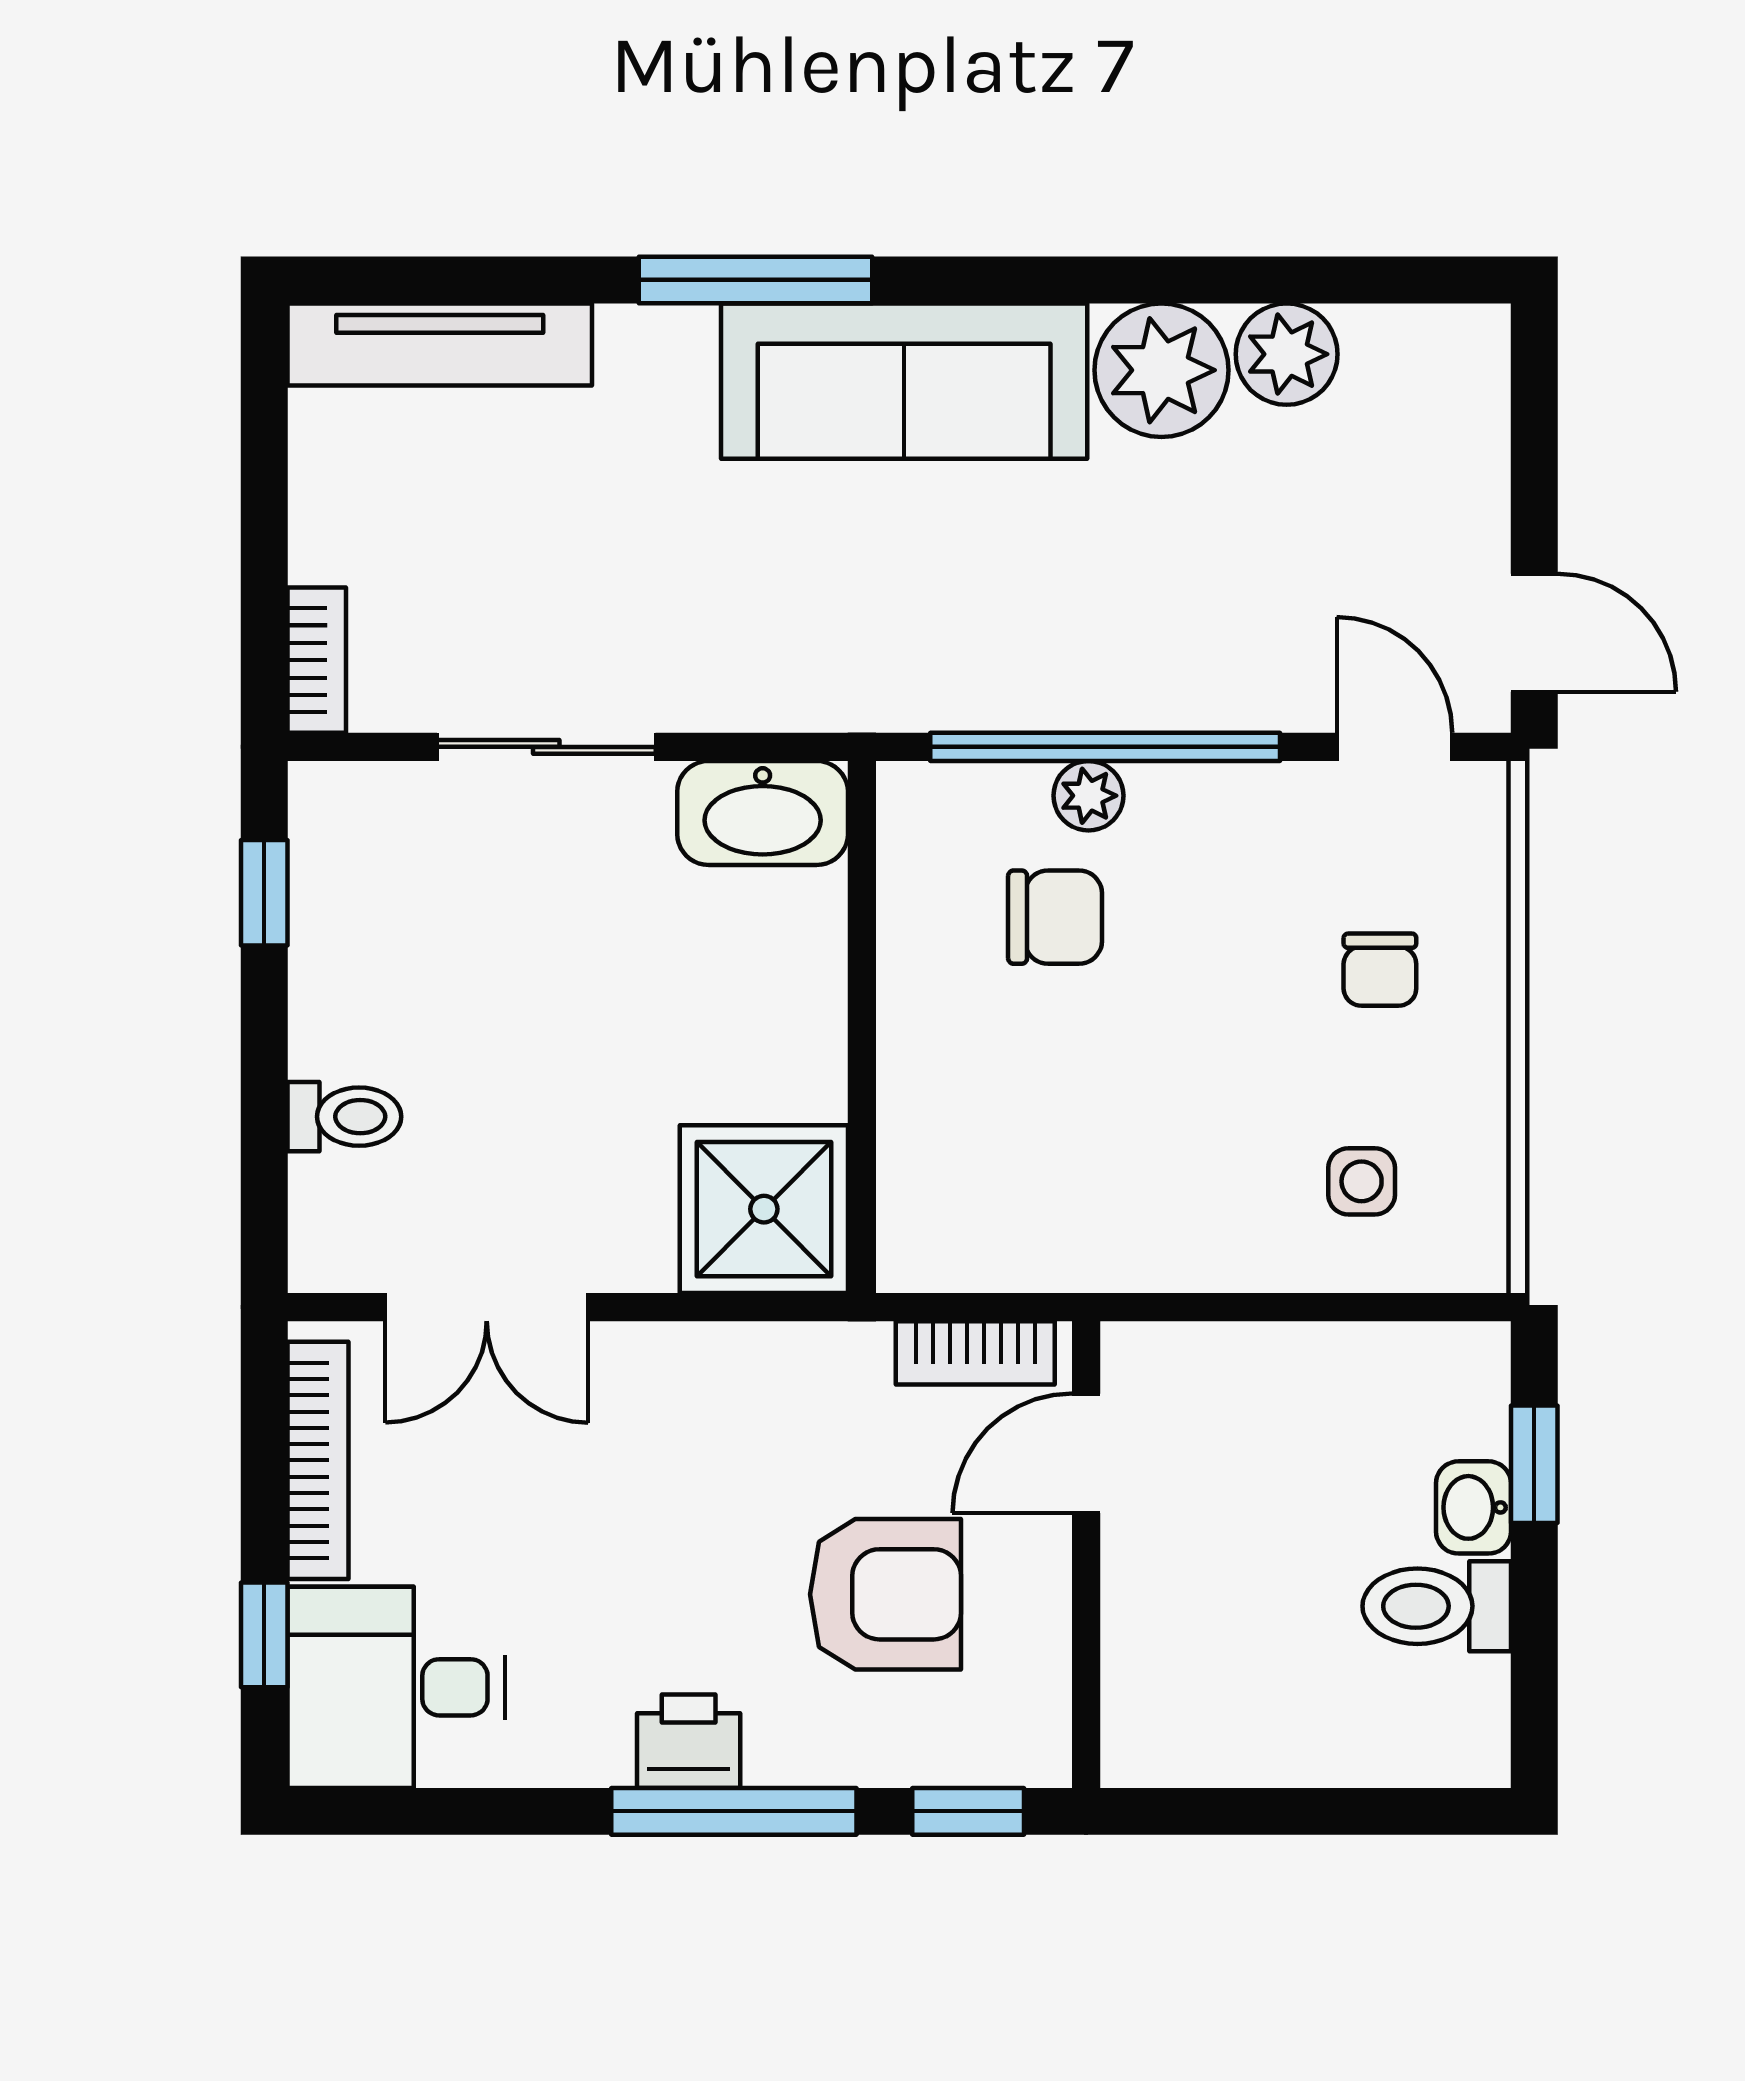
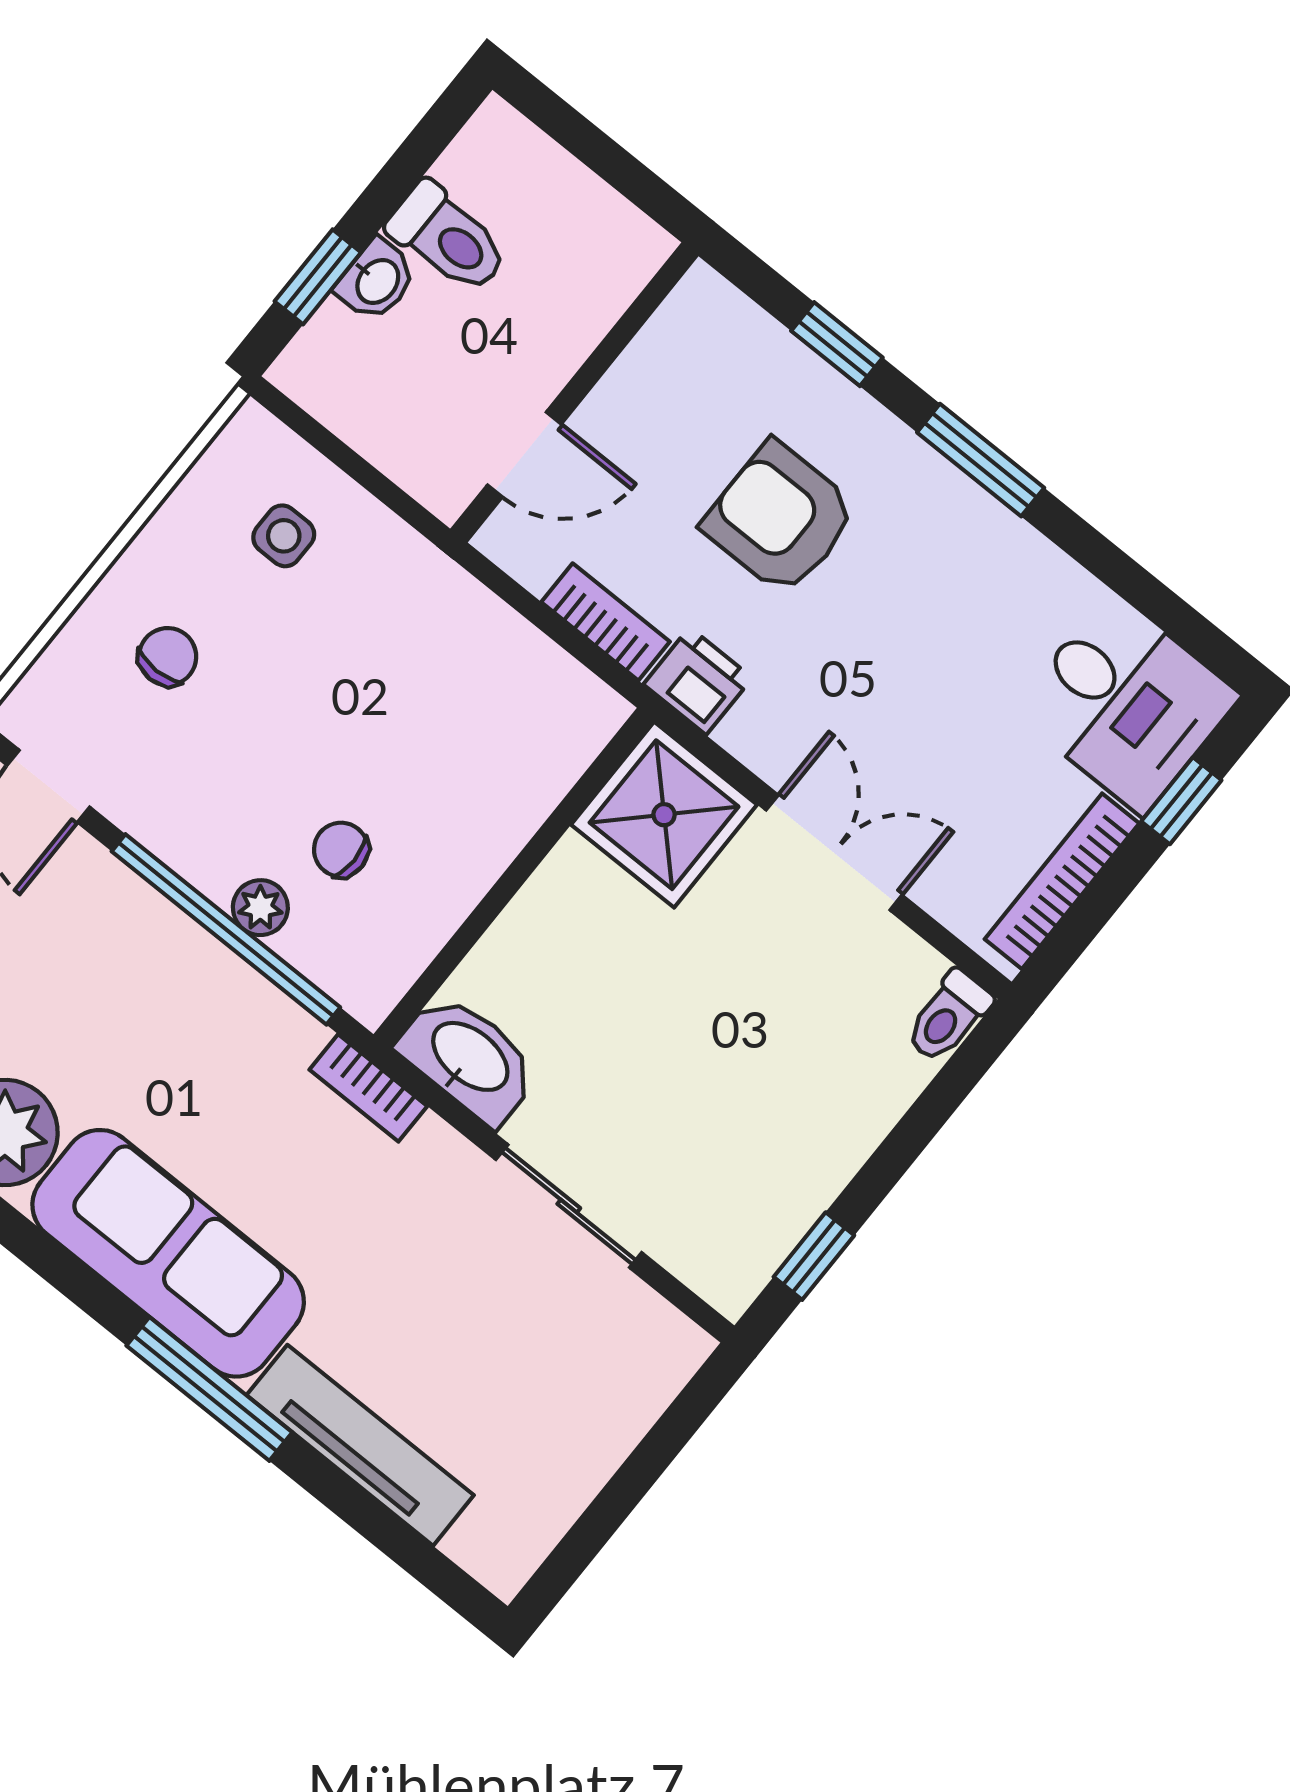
tv unit: (440, 345) -> (360, 1445), moved
bookcase: (317, 660) -> (368, 1088), moved, turned -90
chair: (1055, 917) -> (341, 850), width x0.73, depth x0.73
toilet: (344, 1117) -> (948, 1016), moved, turned -90
double door: (487, 1307) -> (834, 853), moved
door: (1086, 1453) -> (524, 455), moved
wall: (1086, 1555) -> (574, 392), moved
printer: (689, 1741) -> (698, 681), moved, turned 180
window: (734, 1811) -> (981, 460), width x0.69

